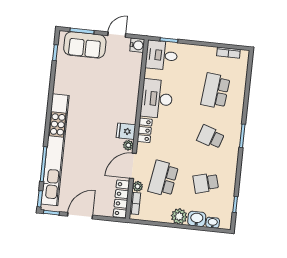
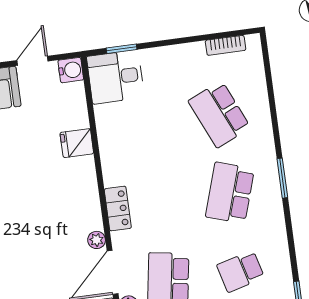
school desk: (215, 91) -> (219, 114), turned -30
desk: (157, 99) -> (125, 151), removed
fridge: (126, 131) -> (77, 143), moved
school desk: (211, 137) -> (230, 193), width x1.85

